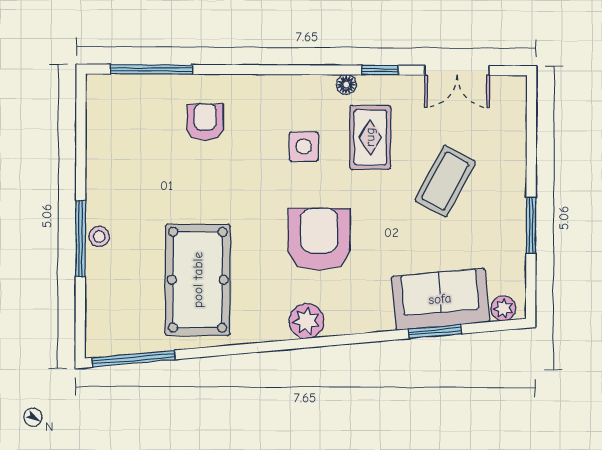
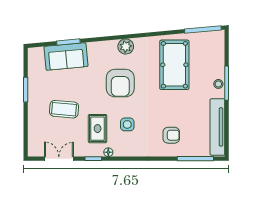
armchair: (205, 122) -> (171, 135), turned -90
tv unit: (102, 140) -> (217, 127), added
coffee table: (445, 181) -> (64, 109), turned 67
plant: (503, 308) -> (38, 52), removed

